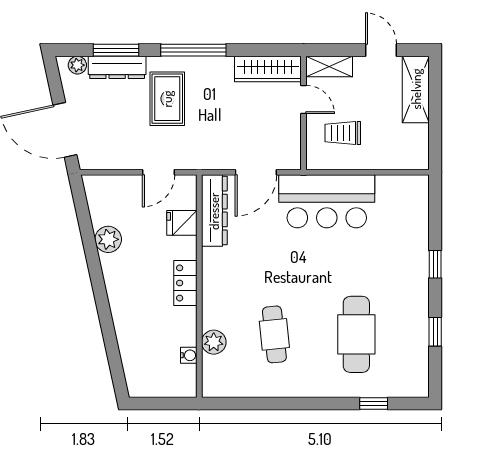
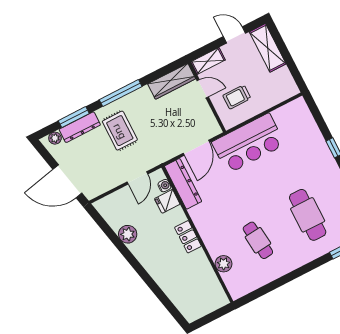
water cooler: (189, 355) -> (164, 186), moved

